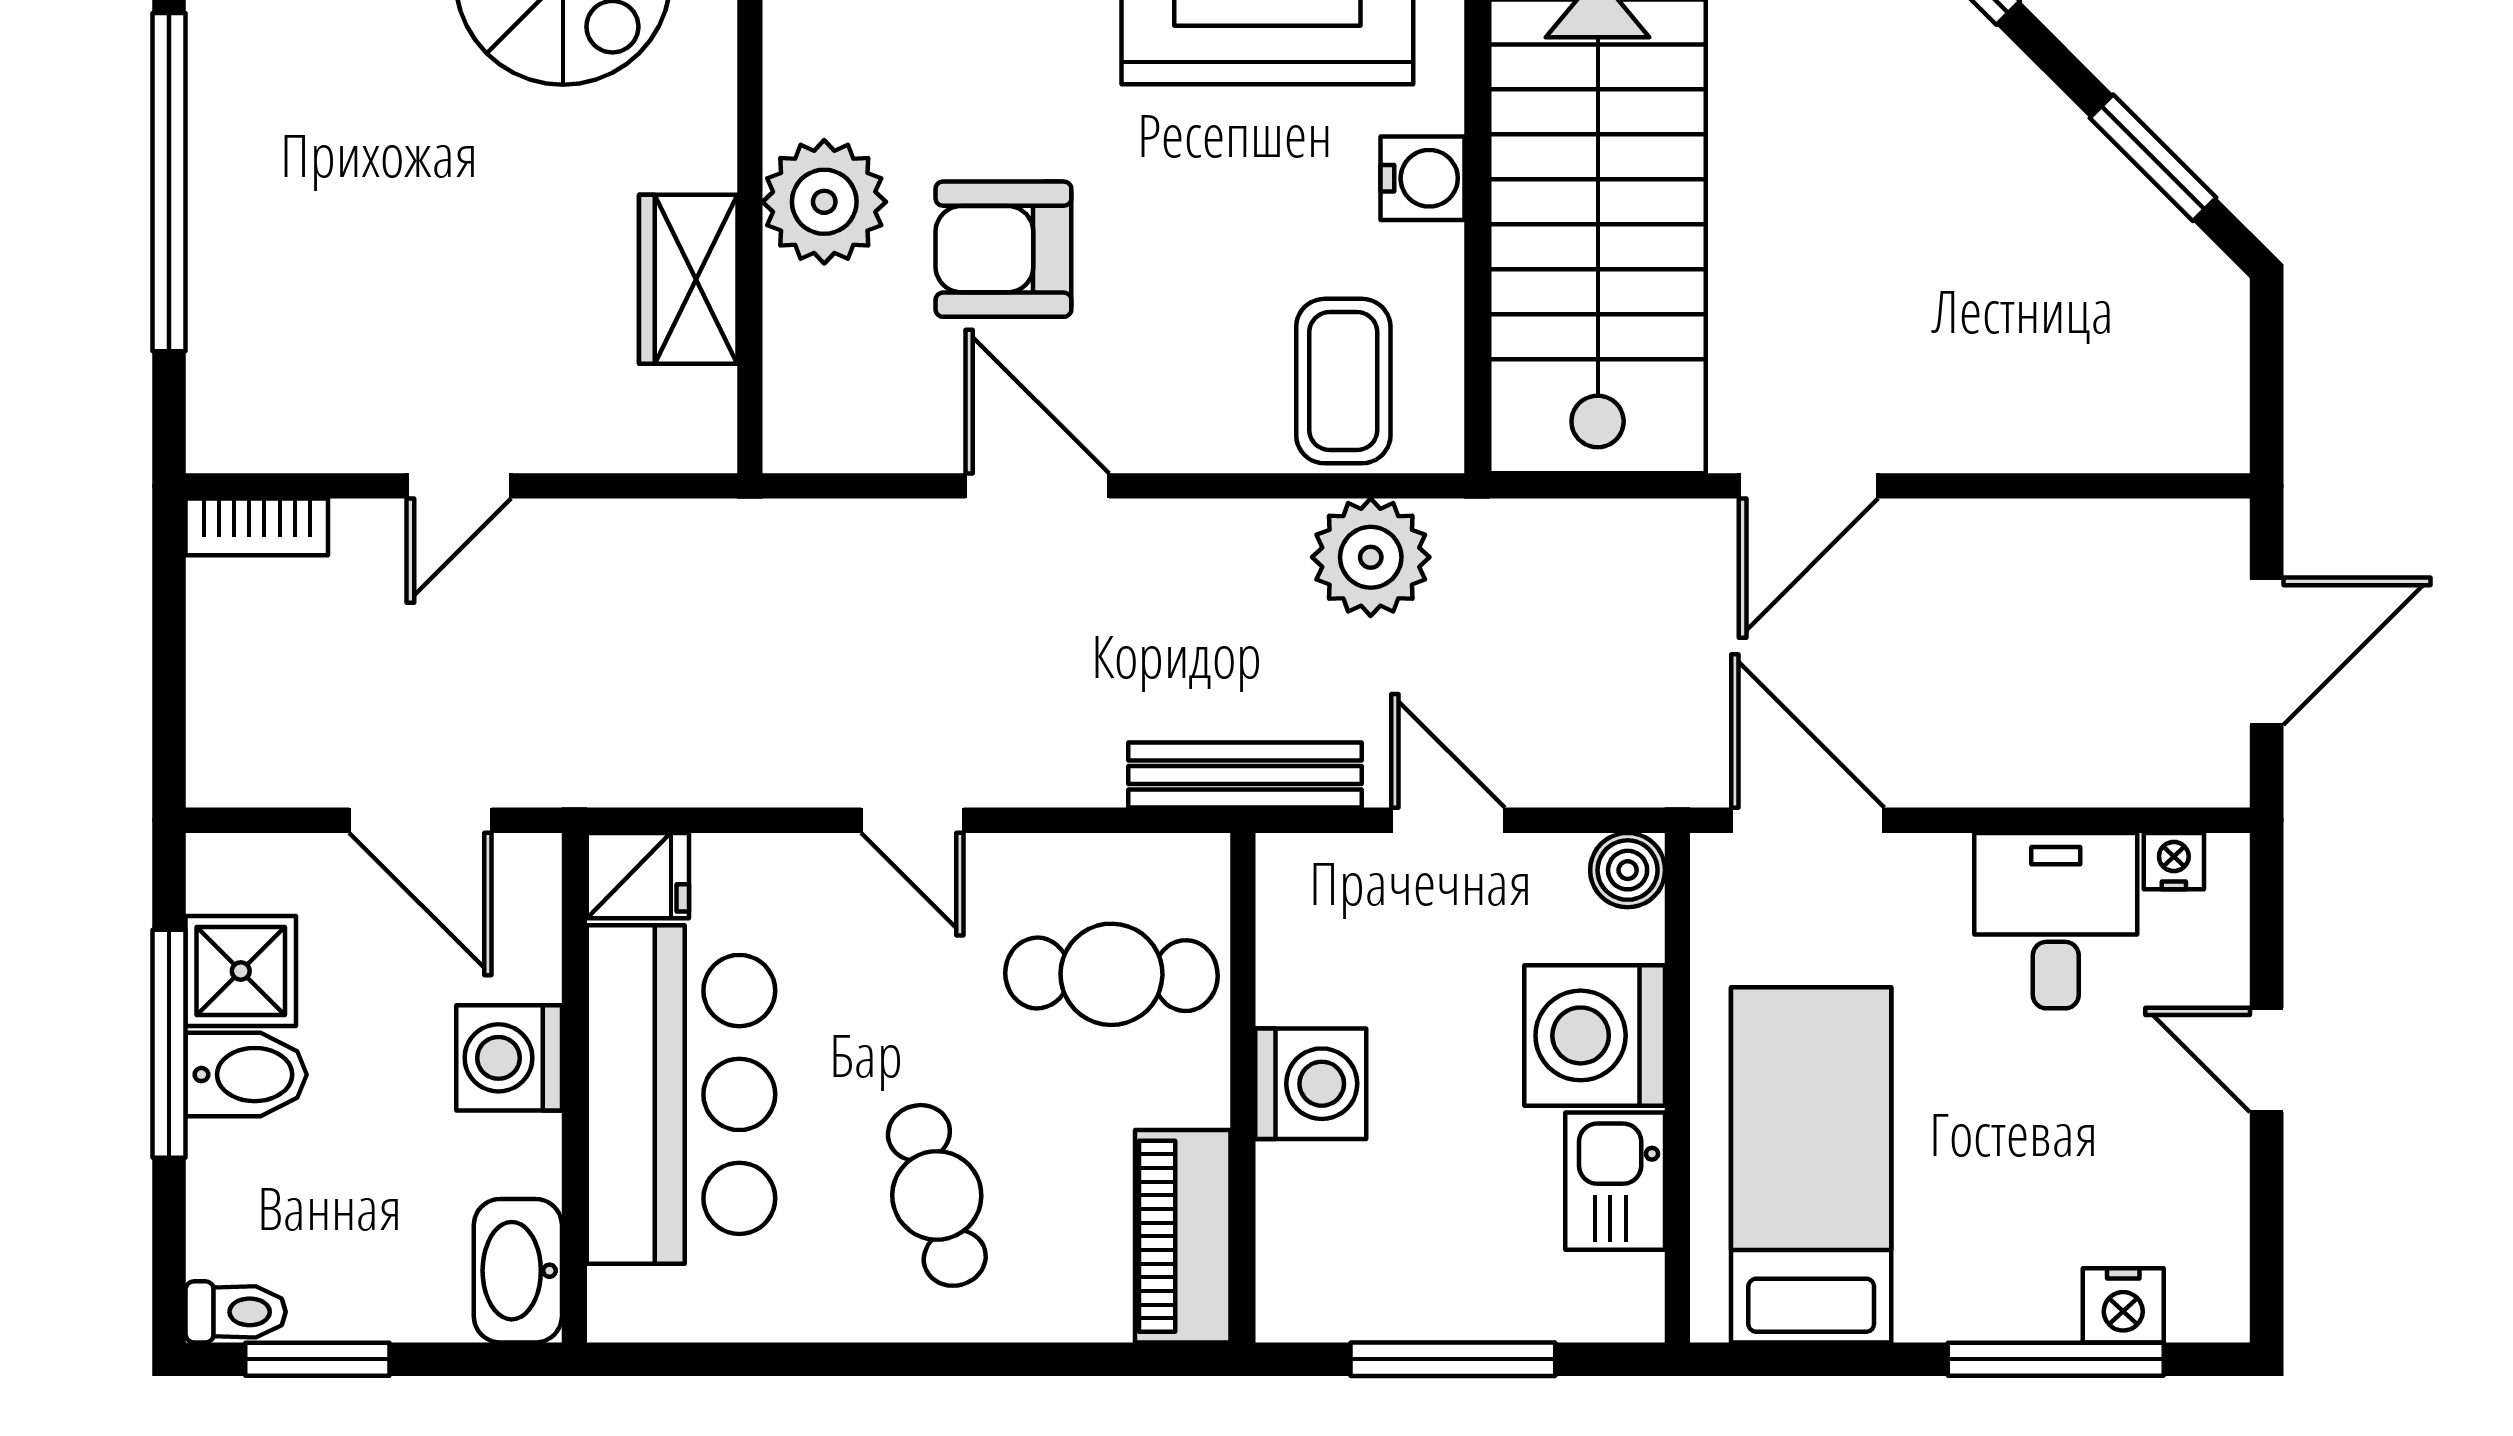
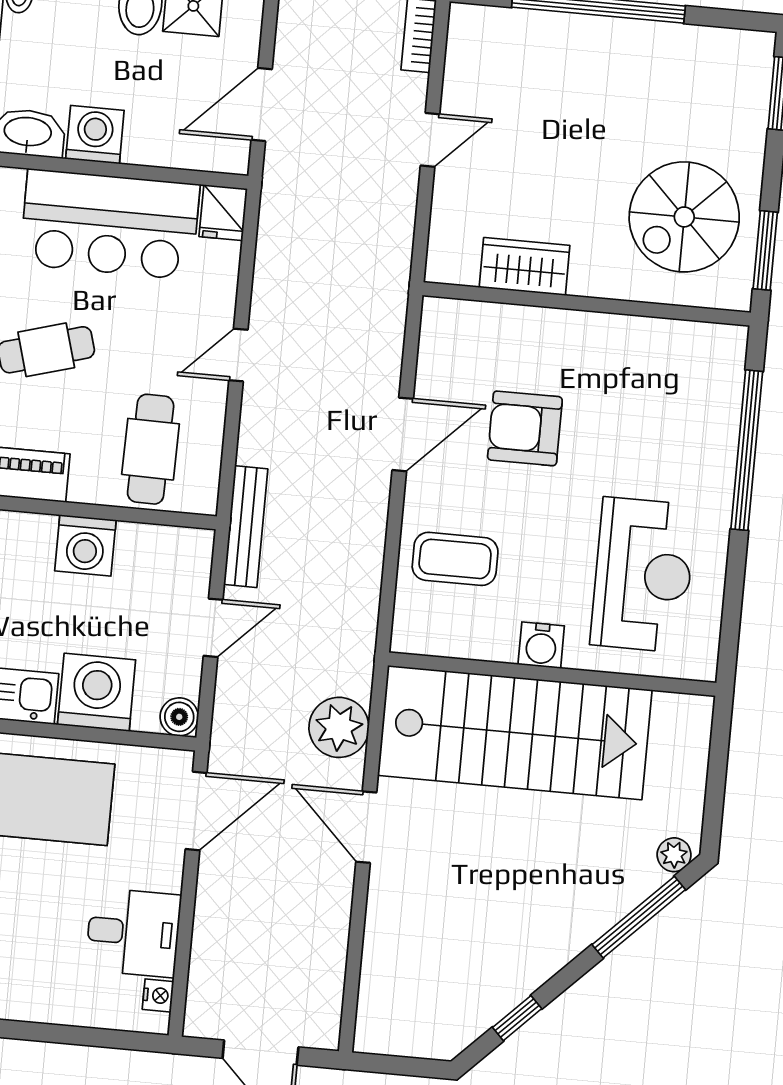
window: (2153, 158) -> (517, 1018), width x0.67
plant: (824, 202) -> (557, 339), removed
armchair: (1003, 249) -> (525, 428), turned -90
coffee table: (1343, 381) -> (455, 559), moved
door: (459, 486) -> (430, 140), swing flipped
plant: (1371, 557) -> (339, 727), moved
washing machine: (509, 1058) -> (95, 135), moved
door: (2267, 1060) -> (52, 1033), removed

